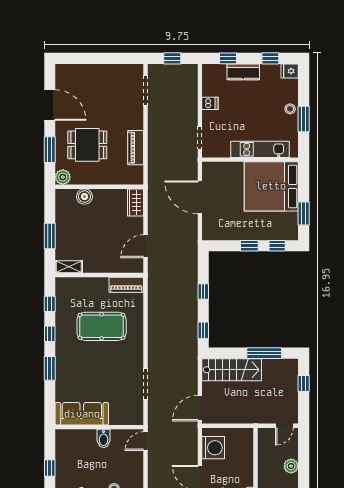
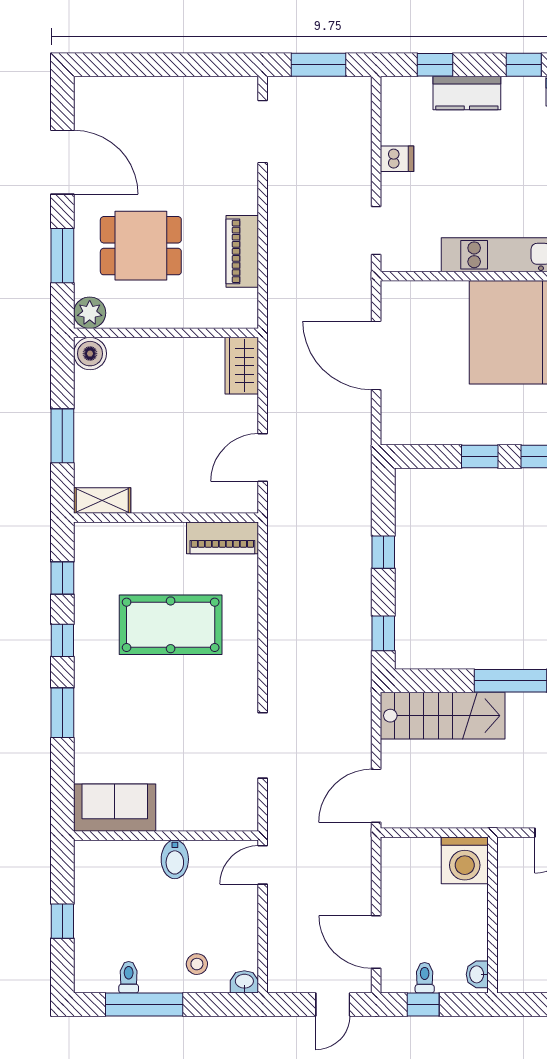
window: (172, 58) -> (318, 65), width x1.50
boiler: (84, 197) -> (90, 354), moved
sofa: (82, 414) -> (115, 808), width x0.73
washing machine: (213, 448) -> (465, 860), moved, turned 90

